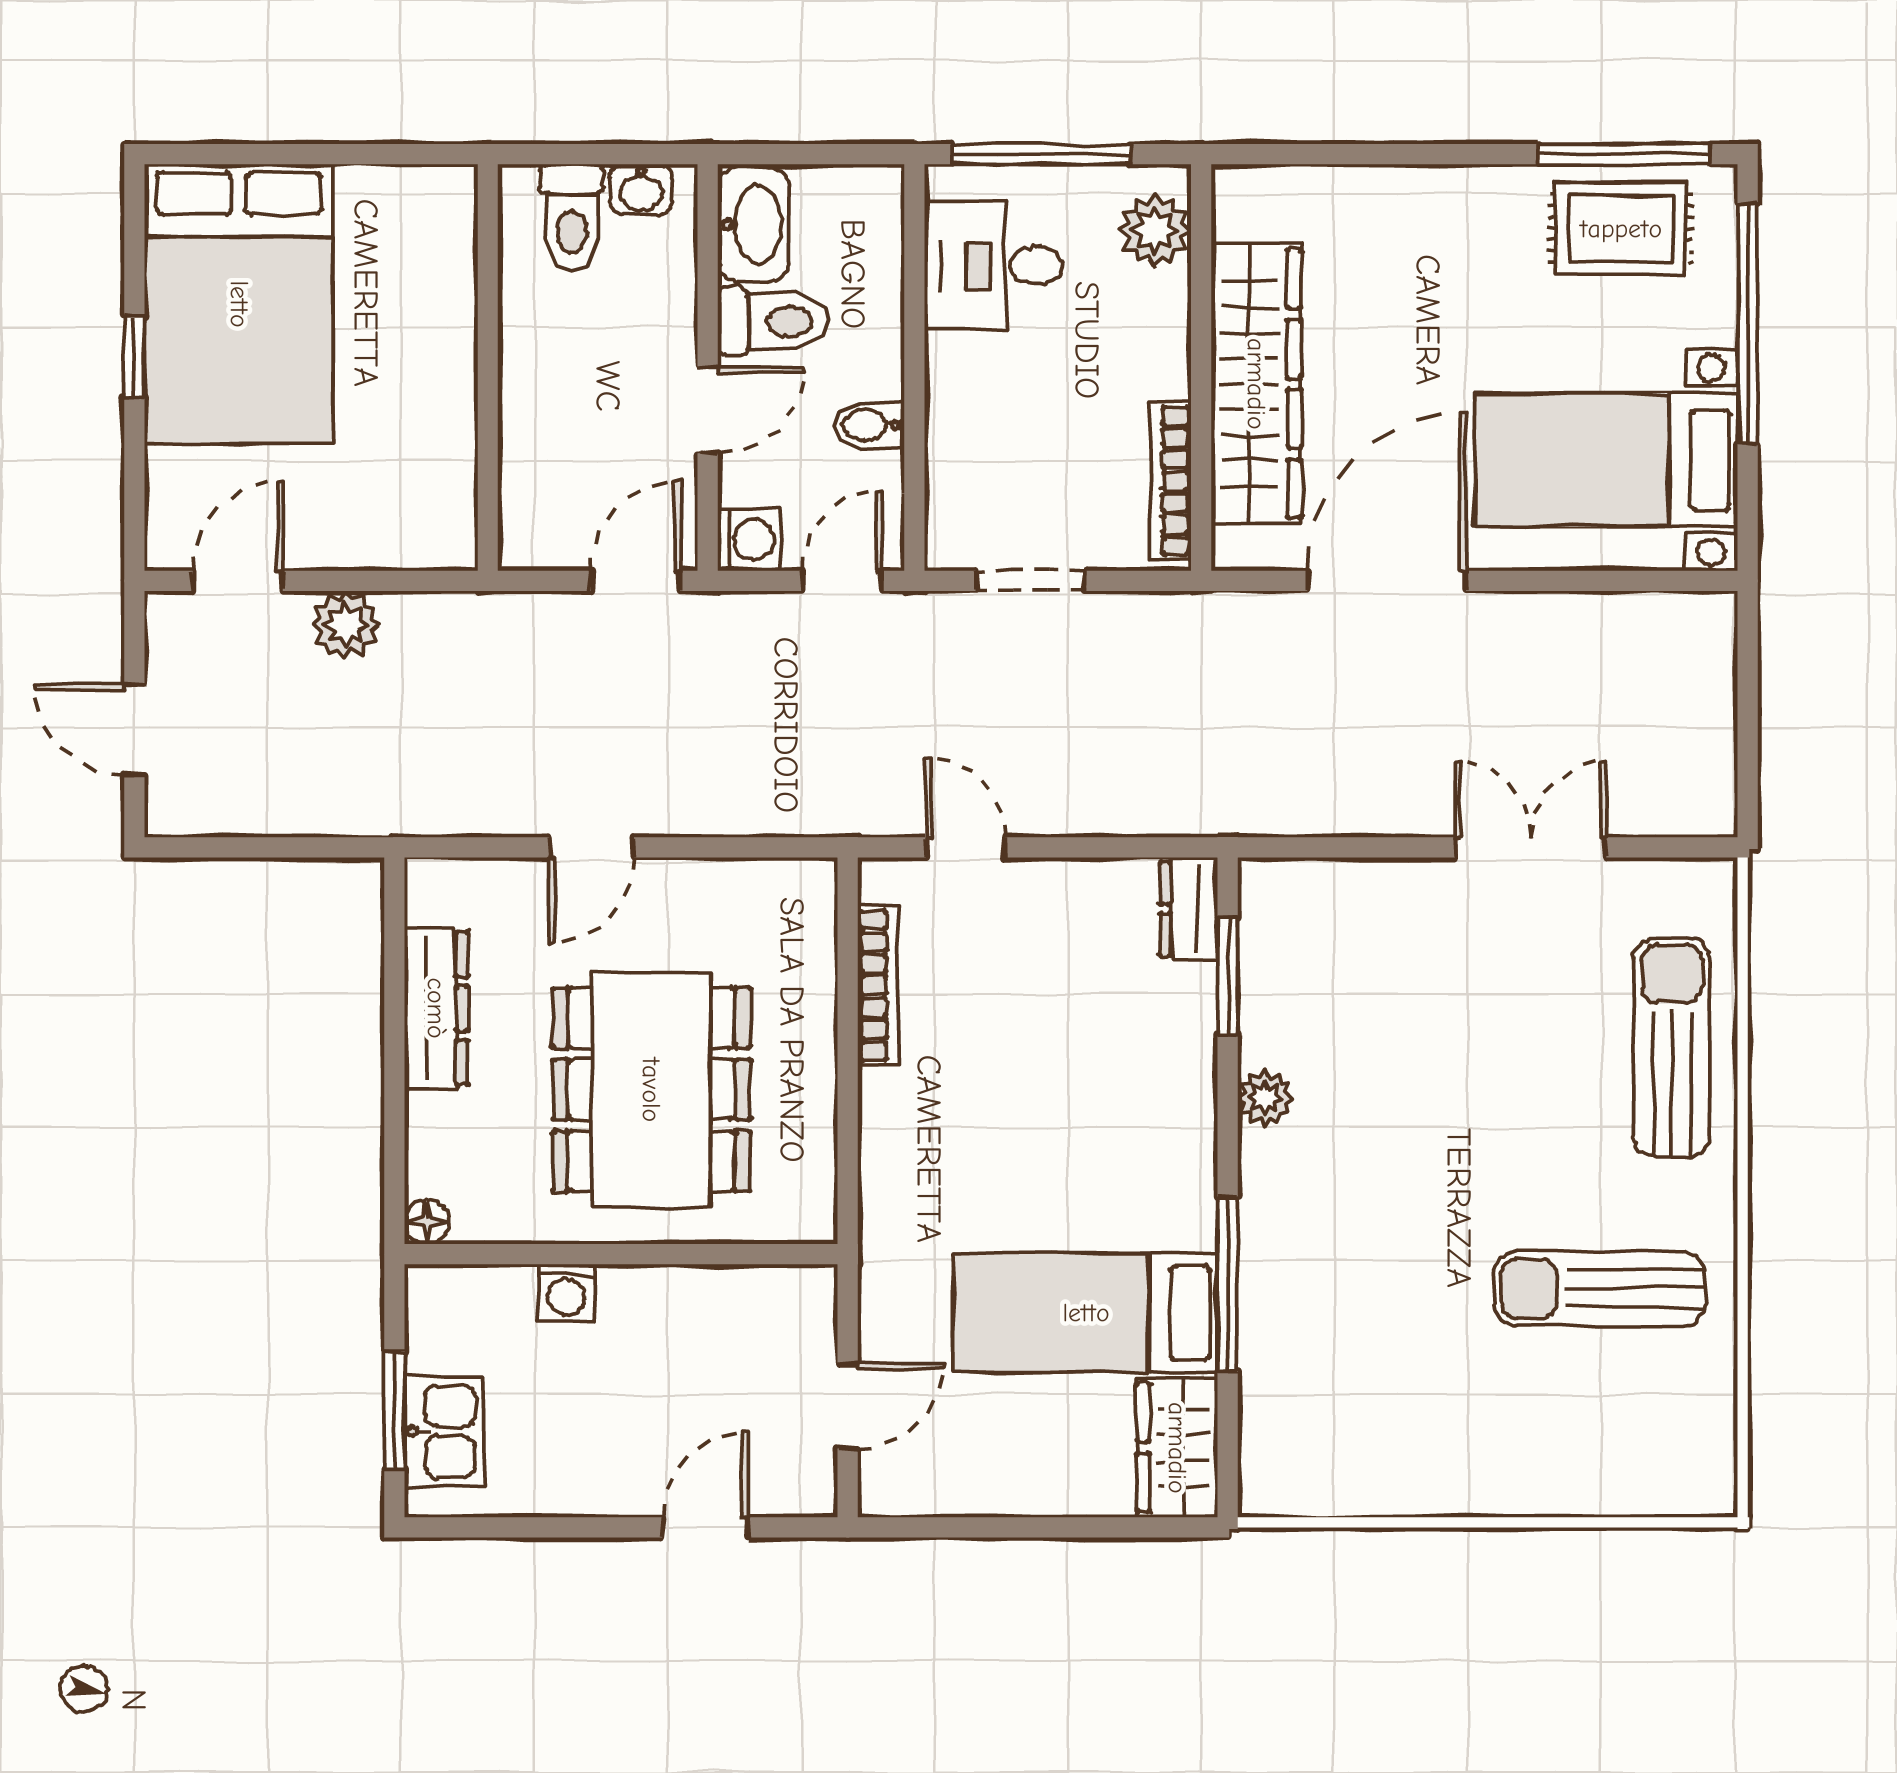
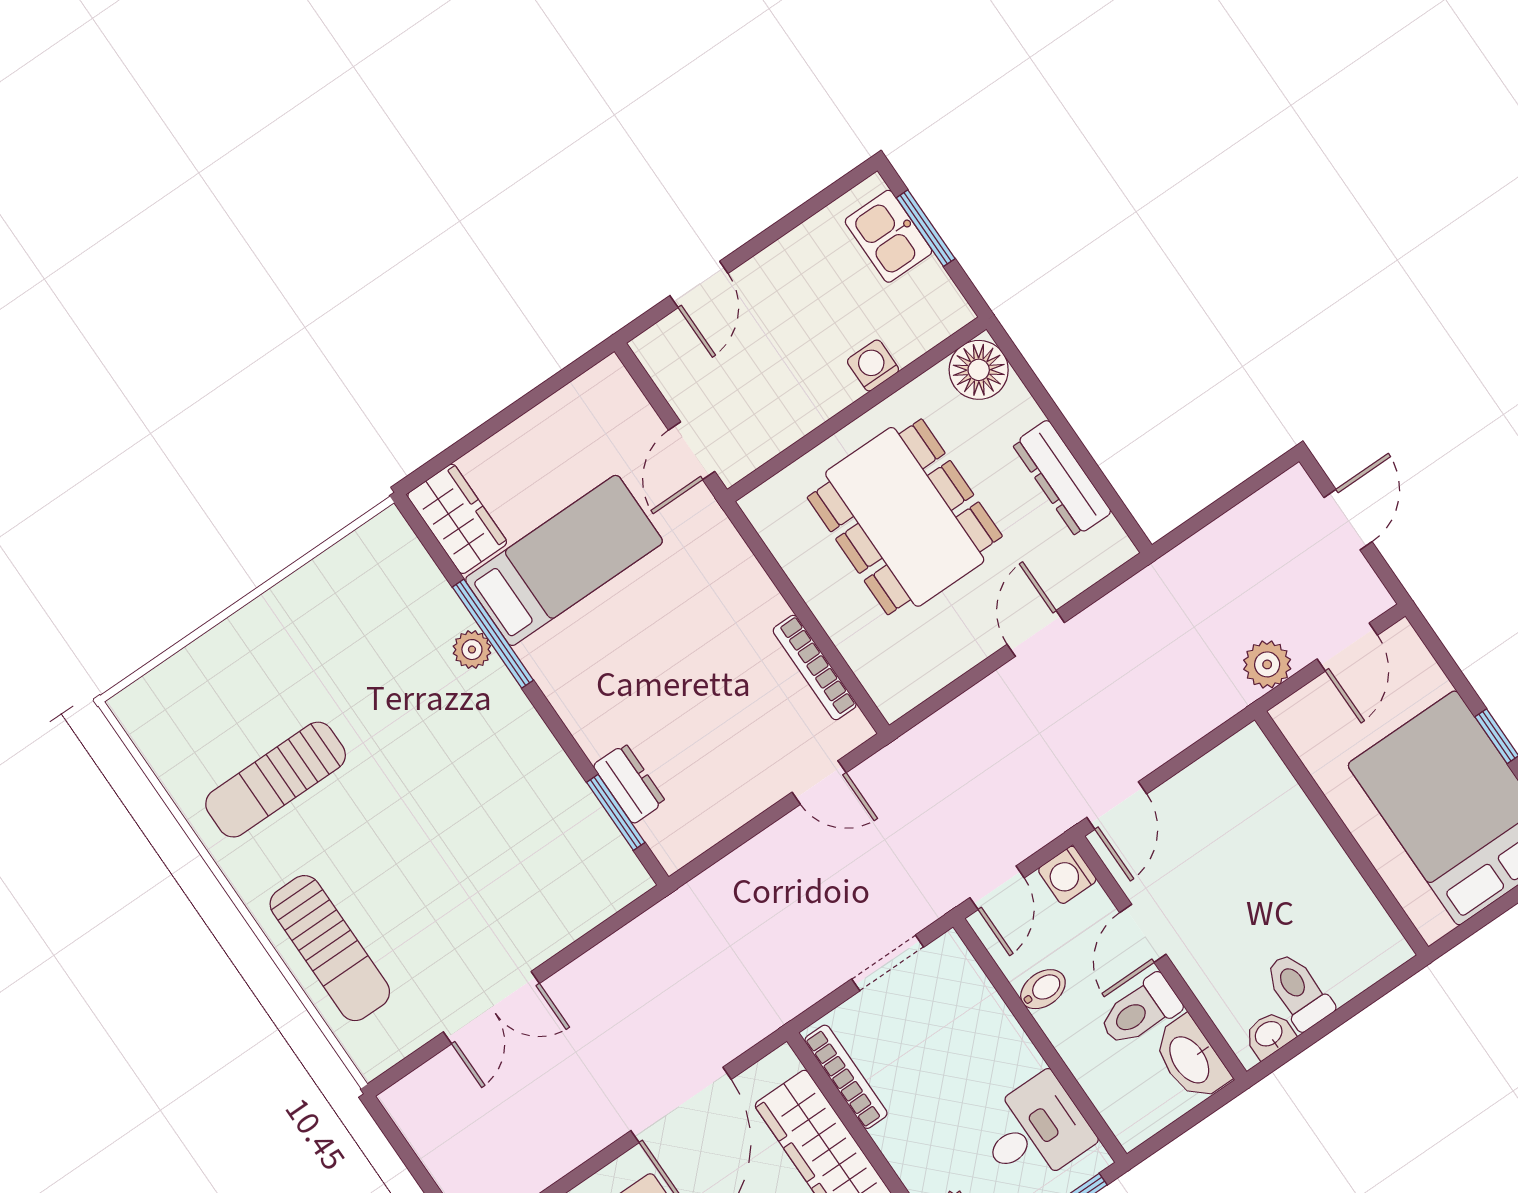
wall: (488, 368) -> (1341, 833), moved
door: (134, 729) -> (1348, 520), hinge flipped
dresser: (1189, 909) -> (629, 784), moved
plant: (1265, 1098) -> (472, 650), moved
floor lamp: (427, 1222) -> (979, 370), width x1.89, depth x1.89
sun lounger: (1600, 1288) -> (276, 780), turned 180
door: (848, 1406) -> (692, 451), moved

